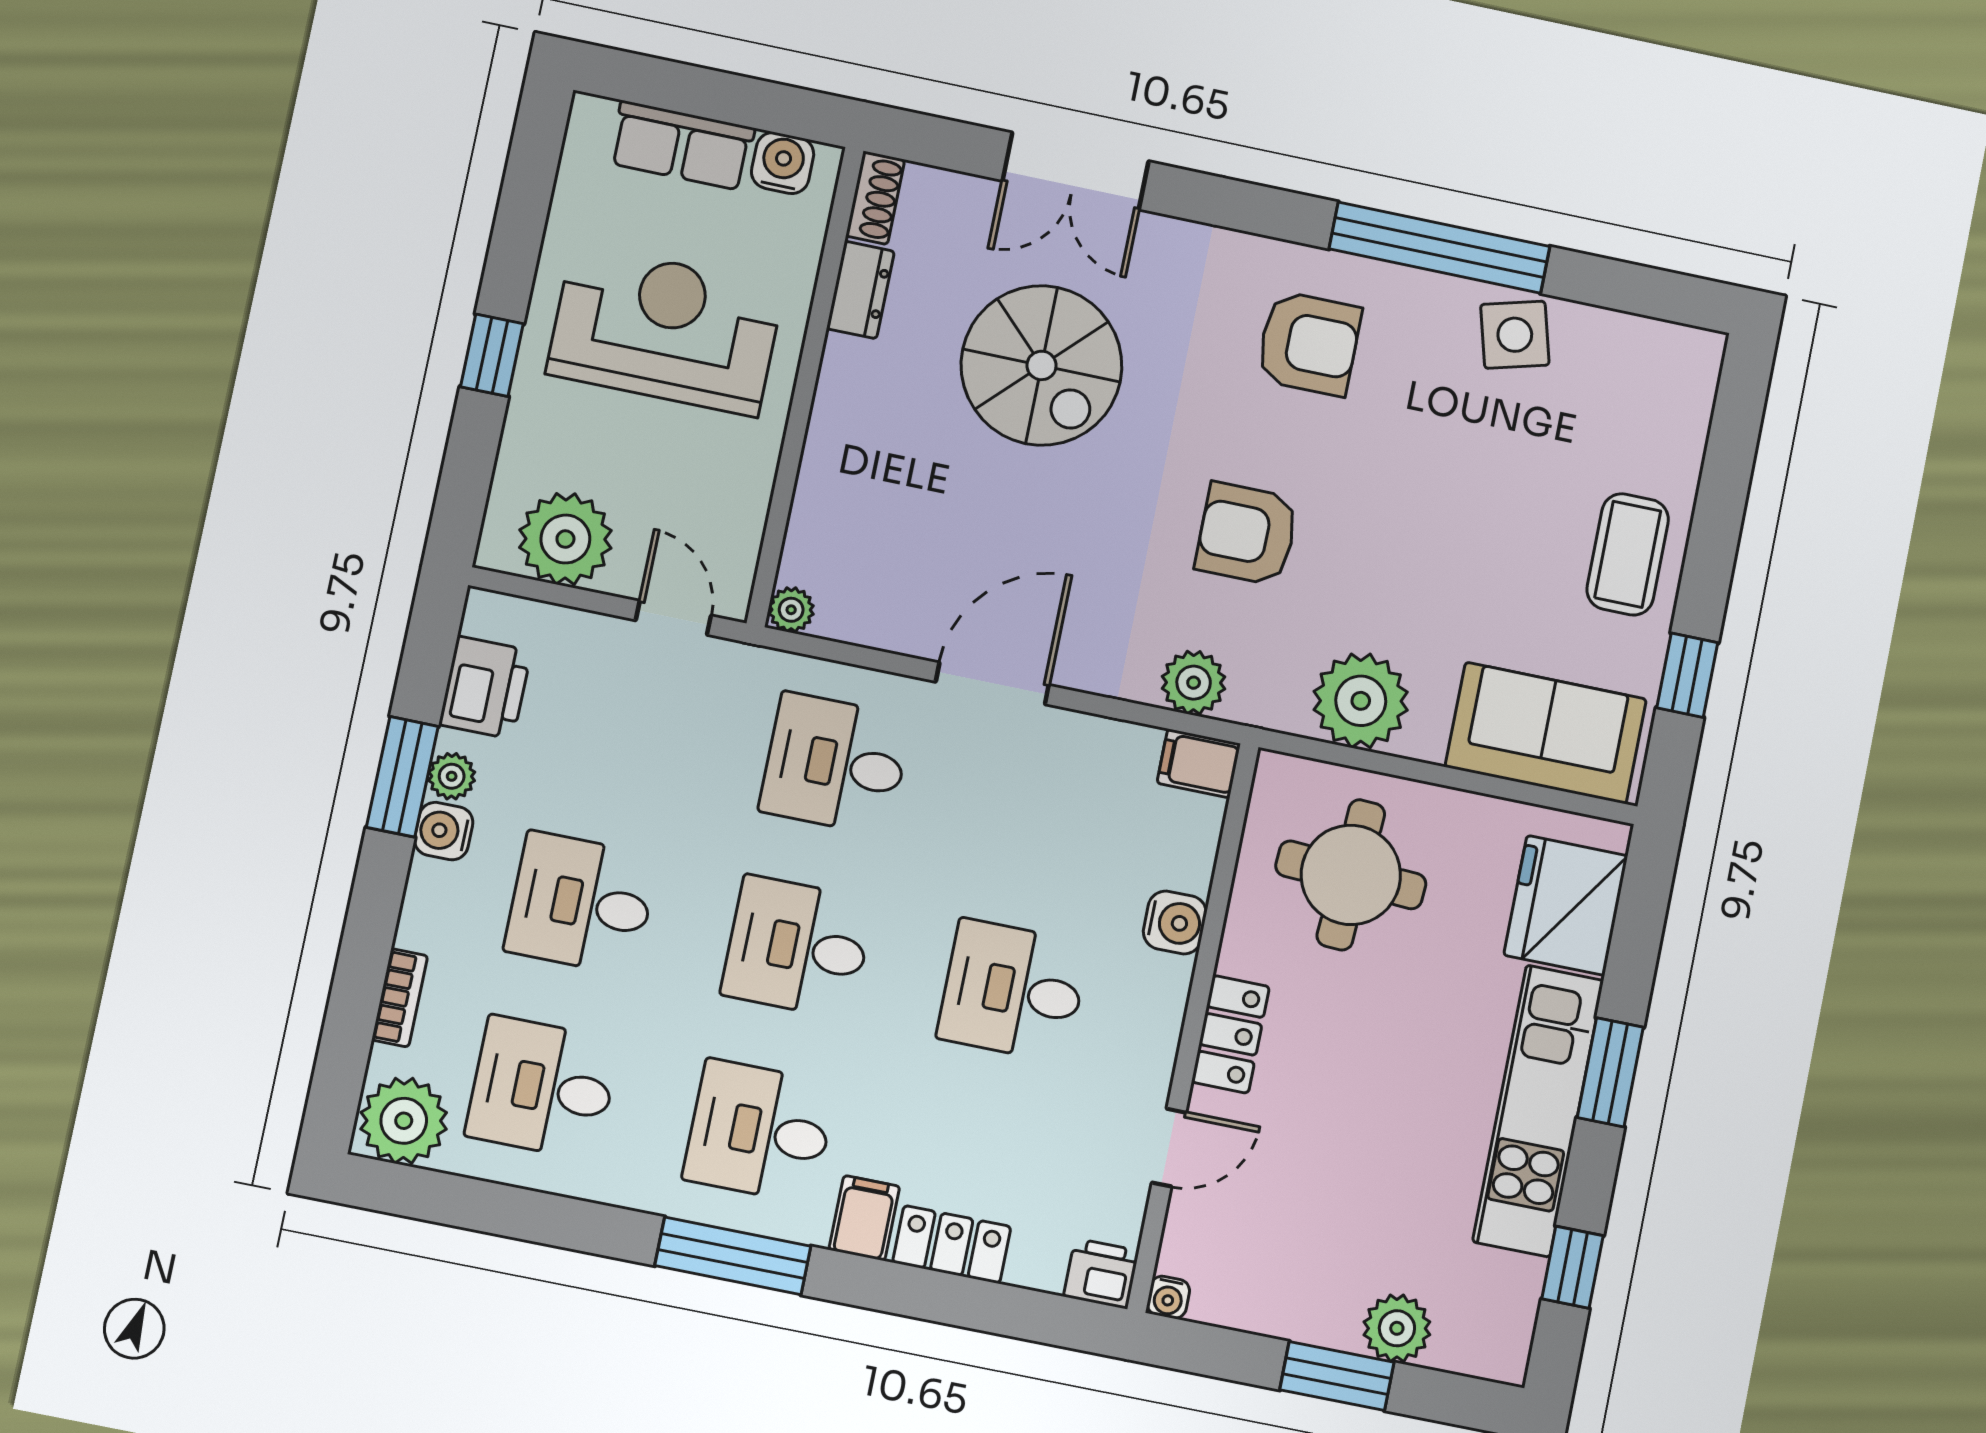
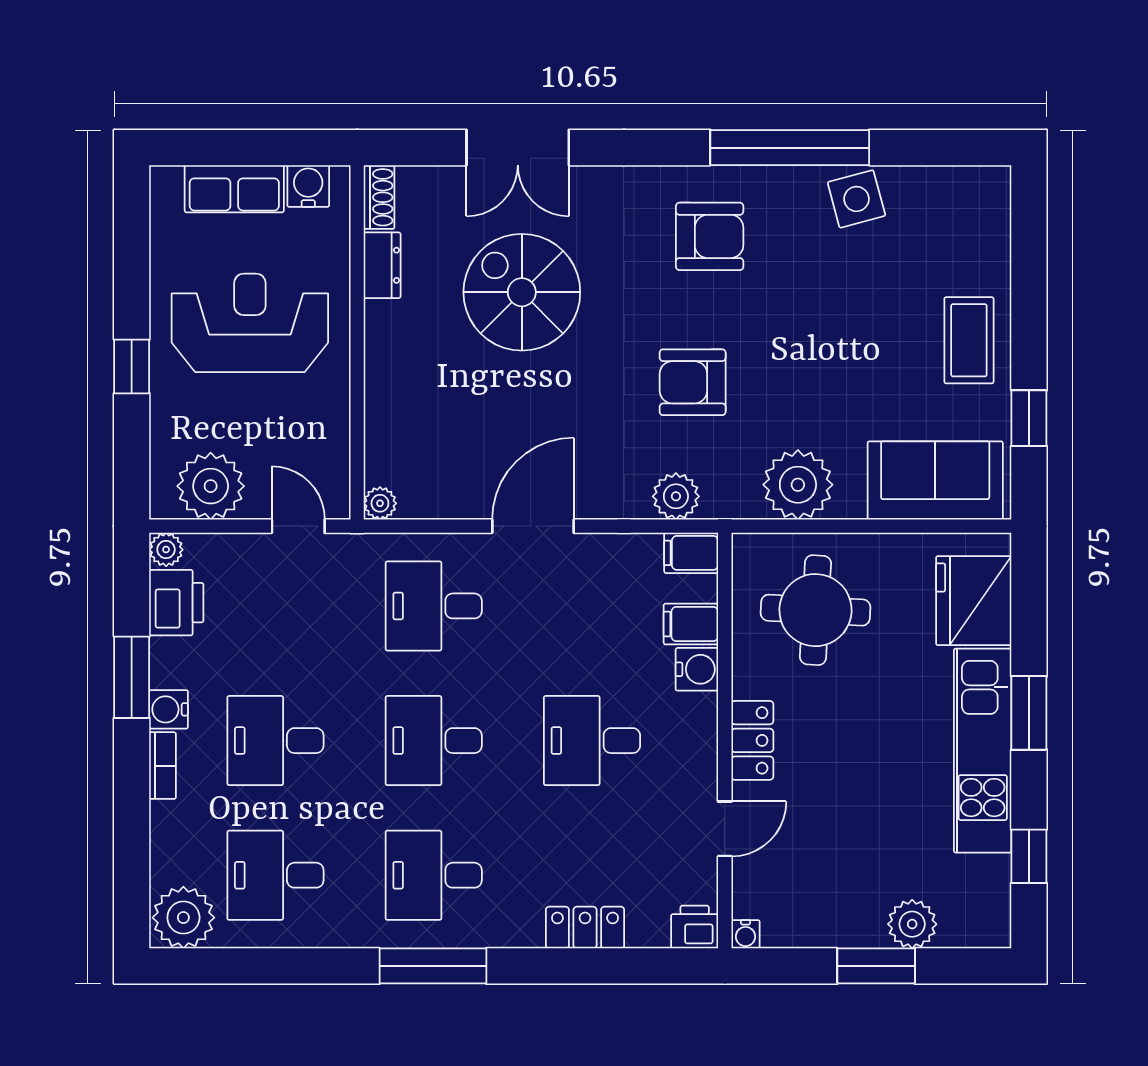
spiral stairs: (1042, 365) -> (522, 292), turned 180
plant: (452, 776) -> (166, 550), moved
bookcase: (400, 998) -> (163, 766), moved
filing cabinet: (864, 1218) -> (691, 624), moved, turned -90

